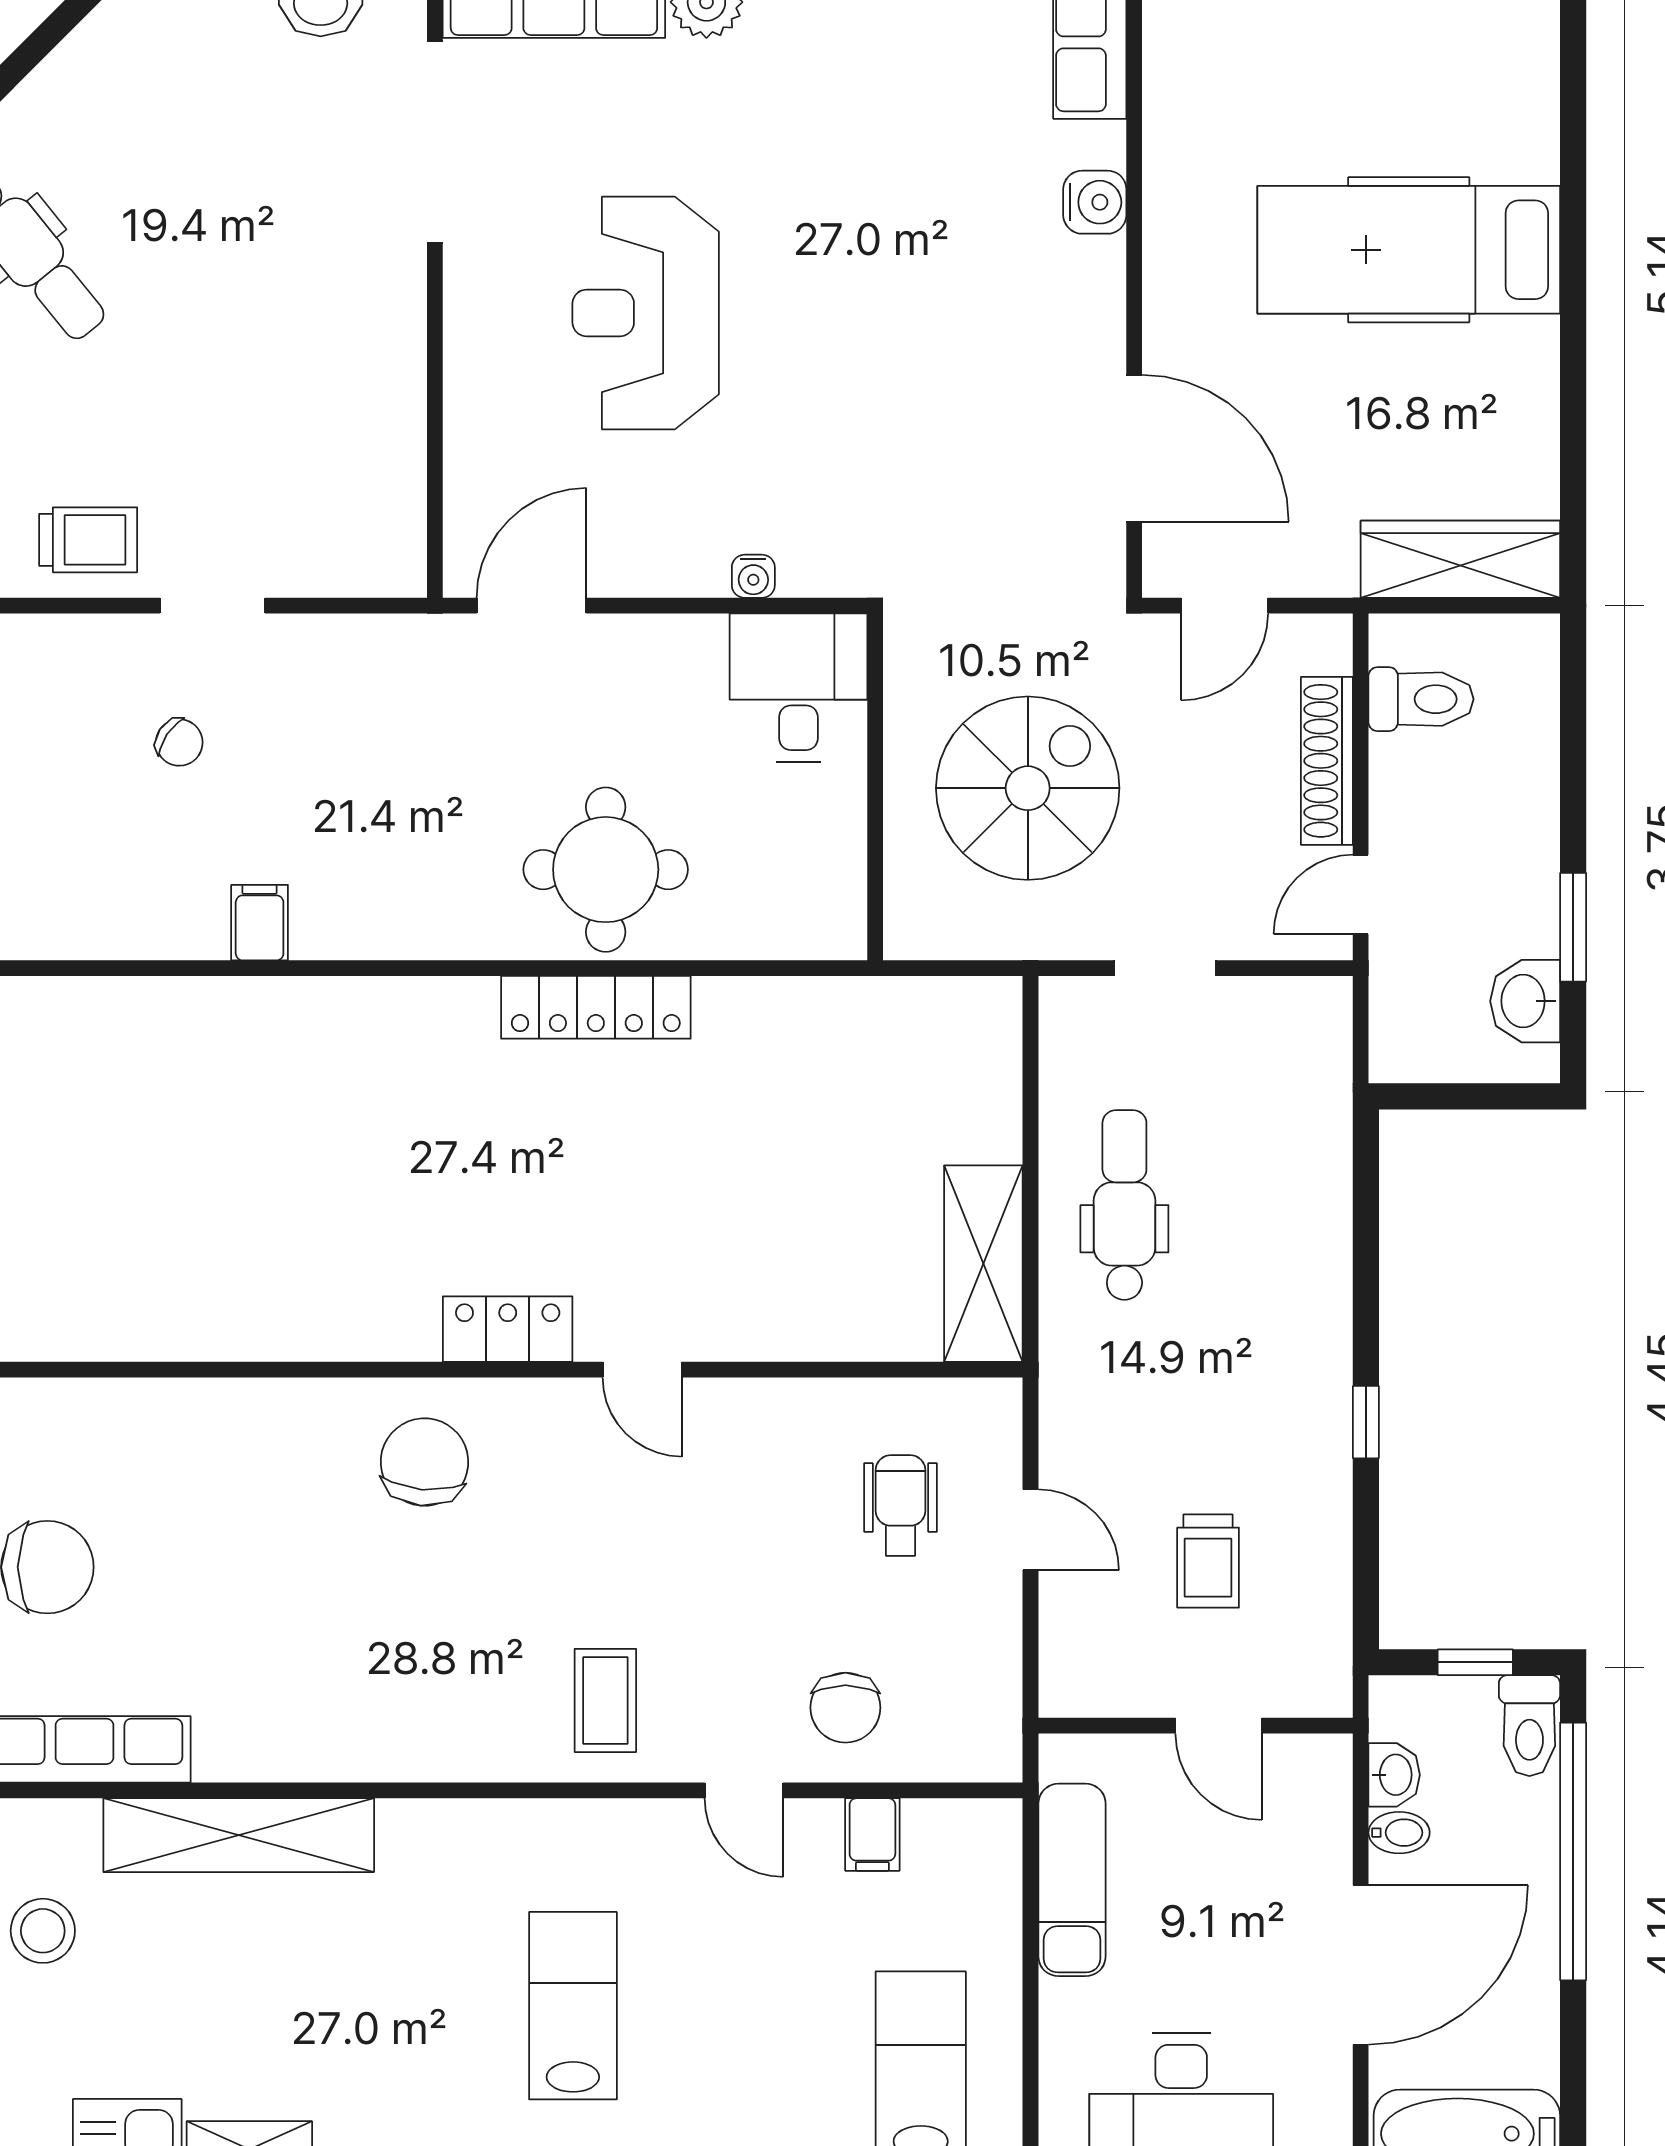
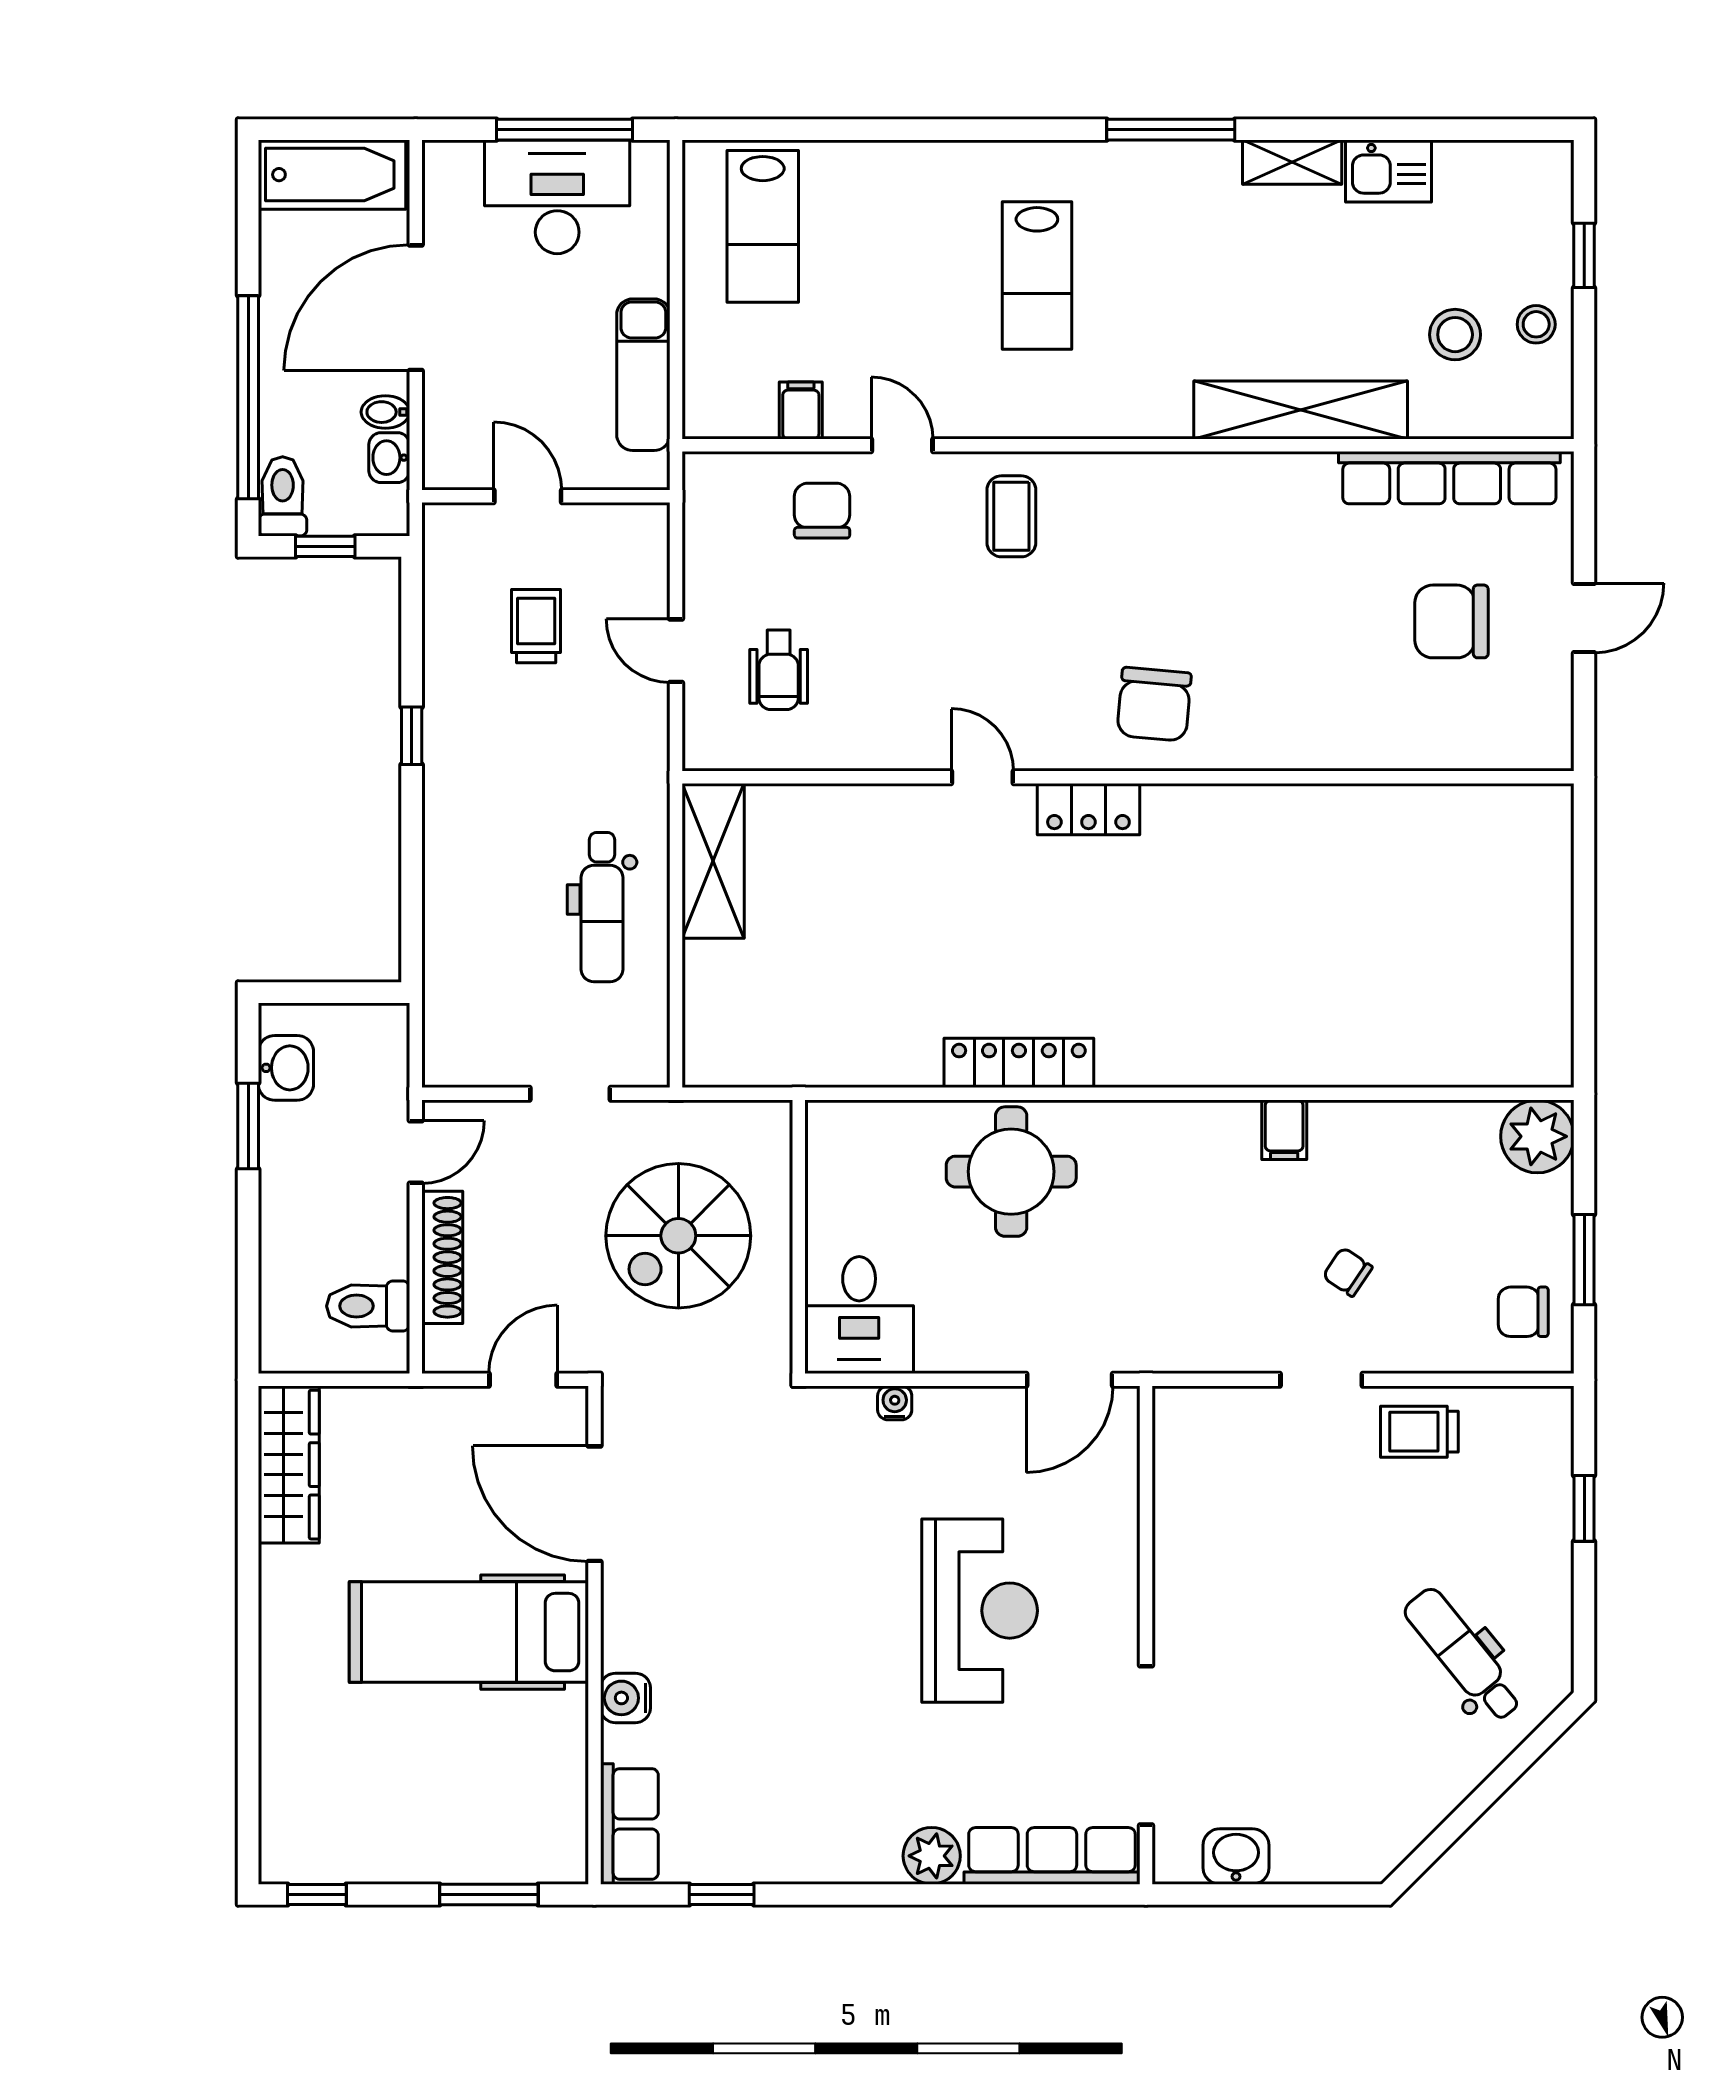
hospital bed: (1409, 250) -> (469, 1632), moved, turned 180
wardrobe: (1460, 559) -> (289, 1465), moved, turned -90

